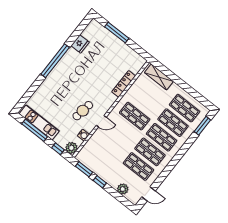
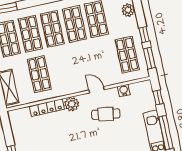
shop shelf: (135, 116) -> (39, 74), moved
plant: (71, 148) -> (72, 104), moved
shop shelf: (100, 160) -> (127, 55), added

